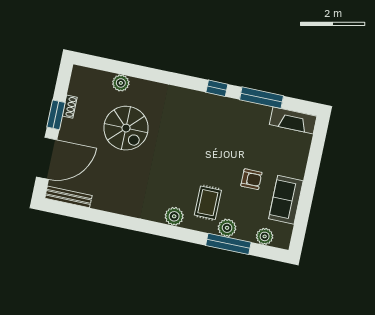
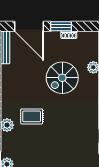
rug: (208, 203) -> (32, 116), moved

